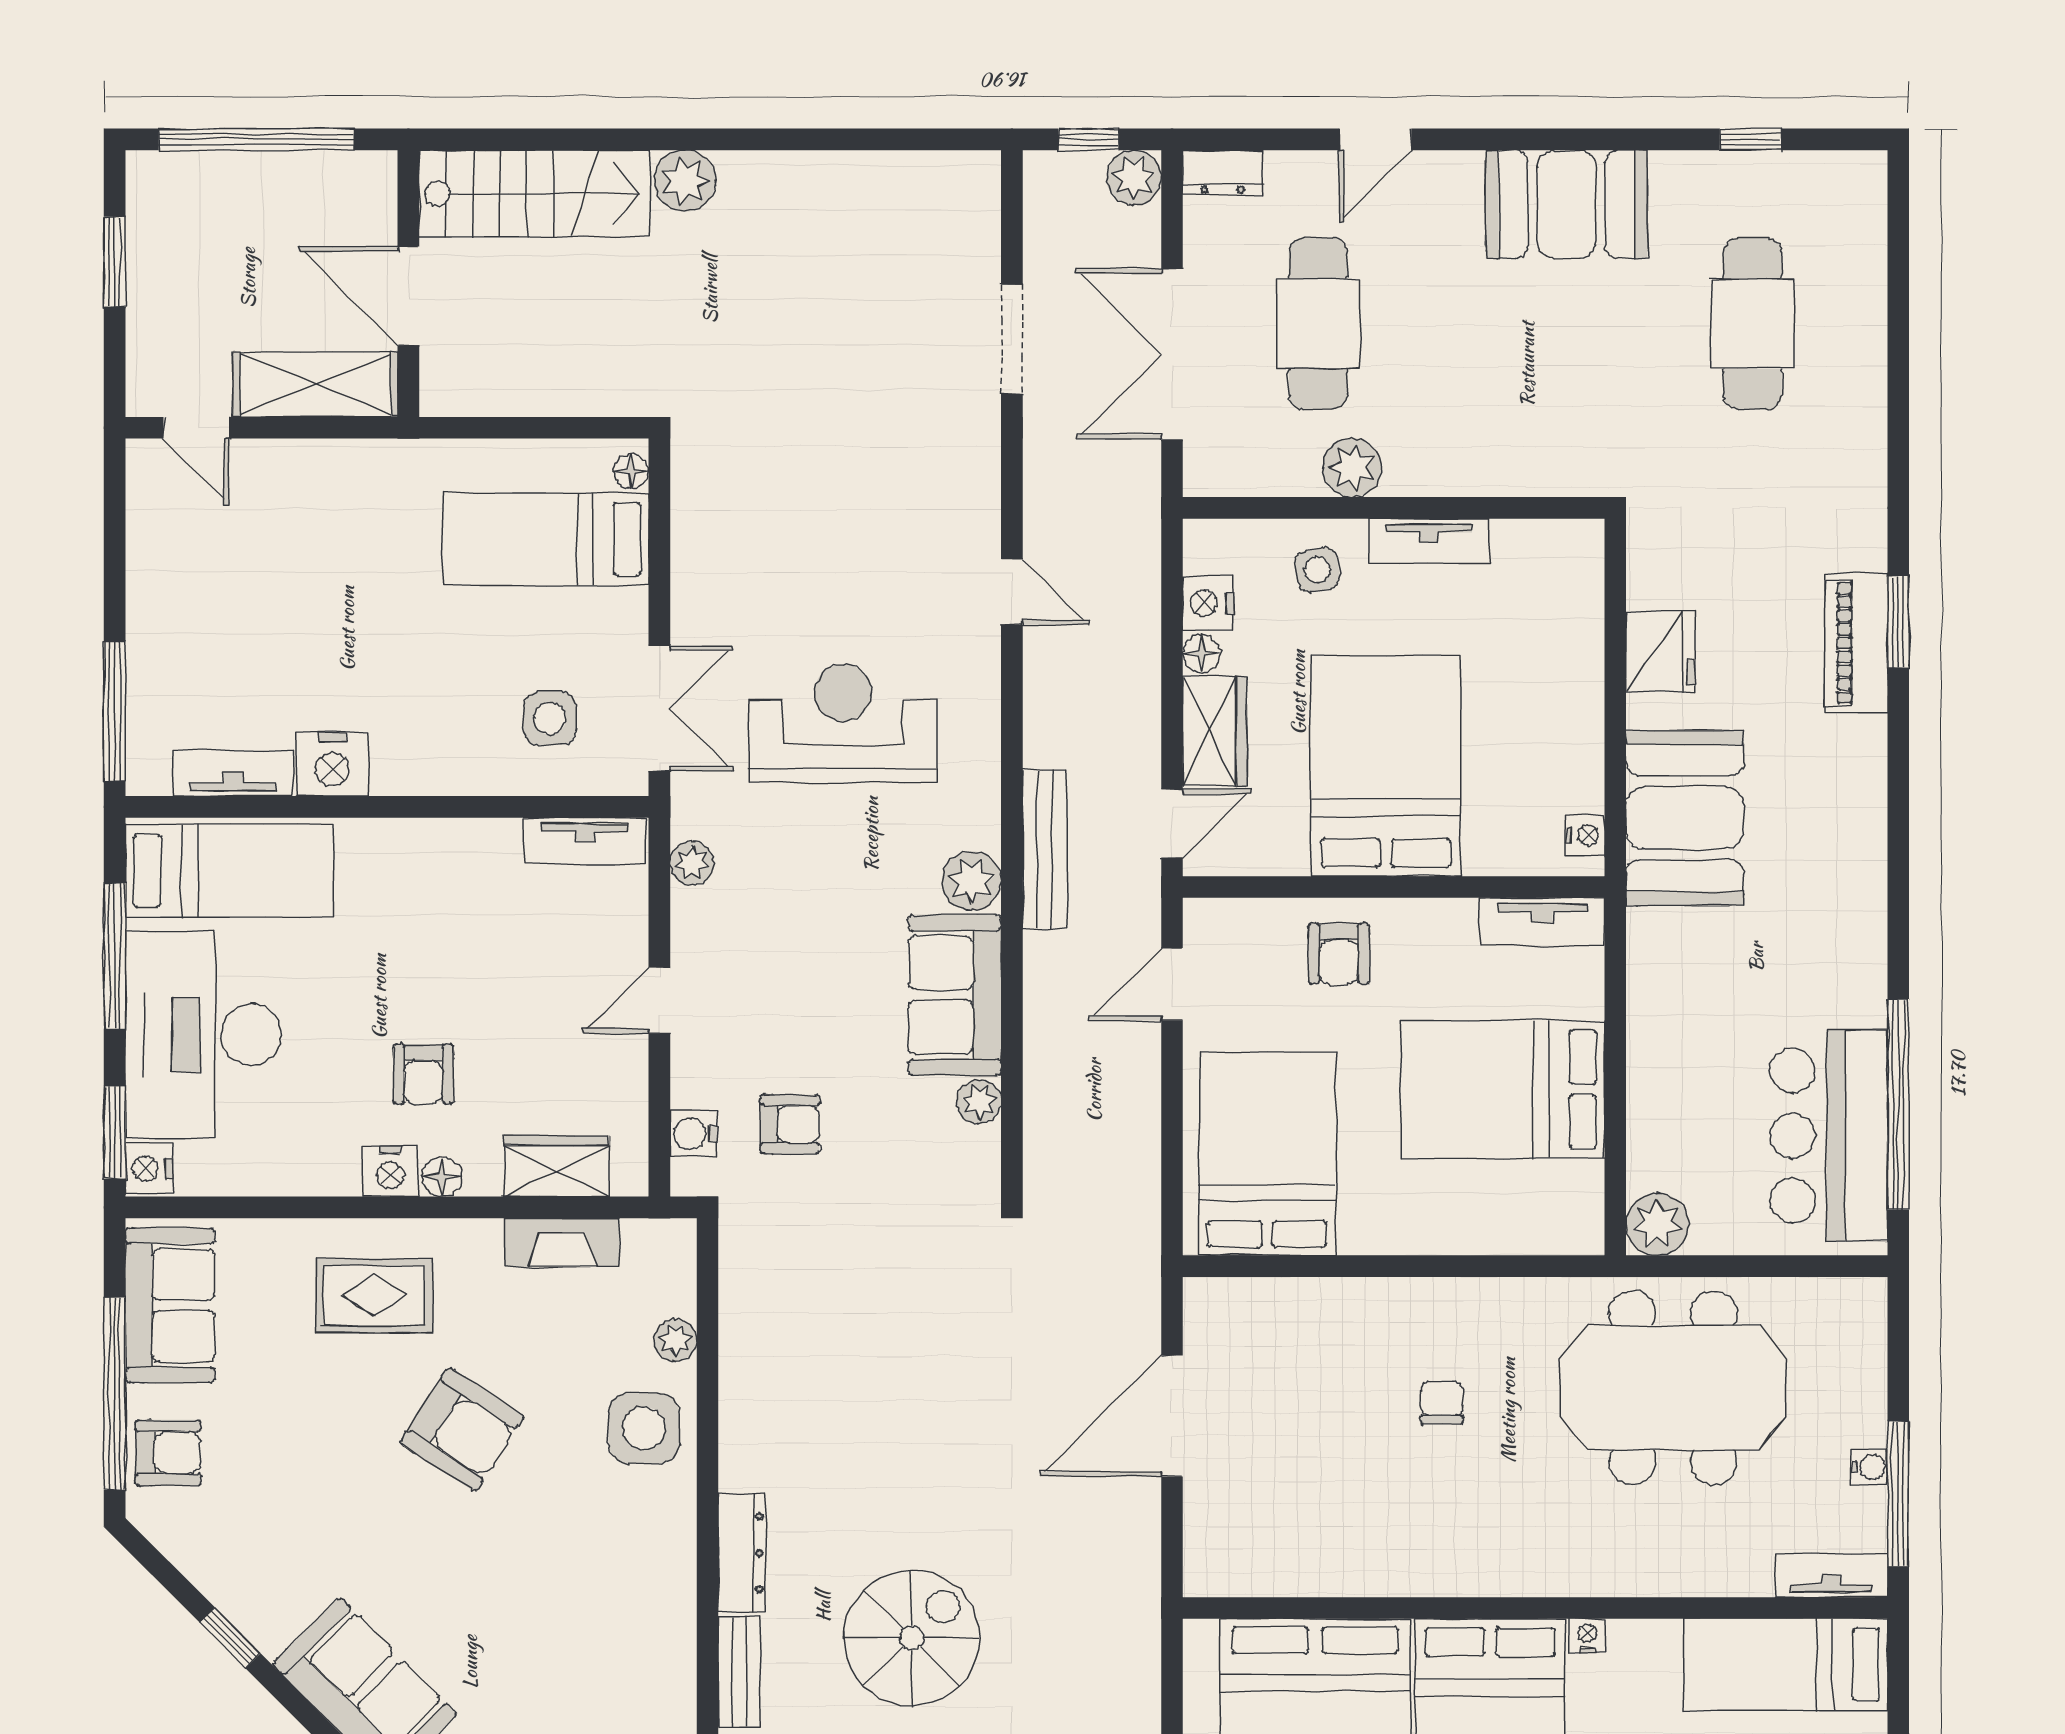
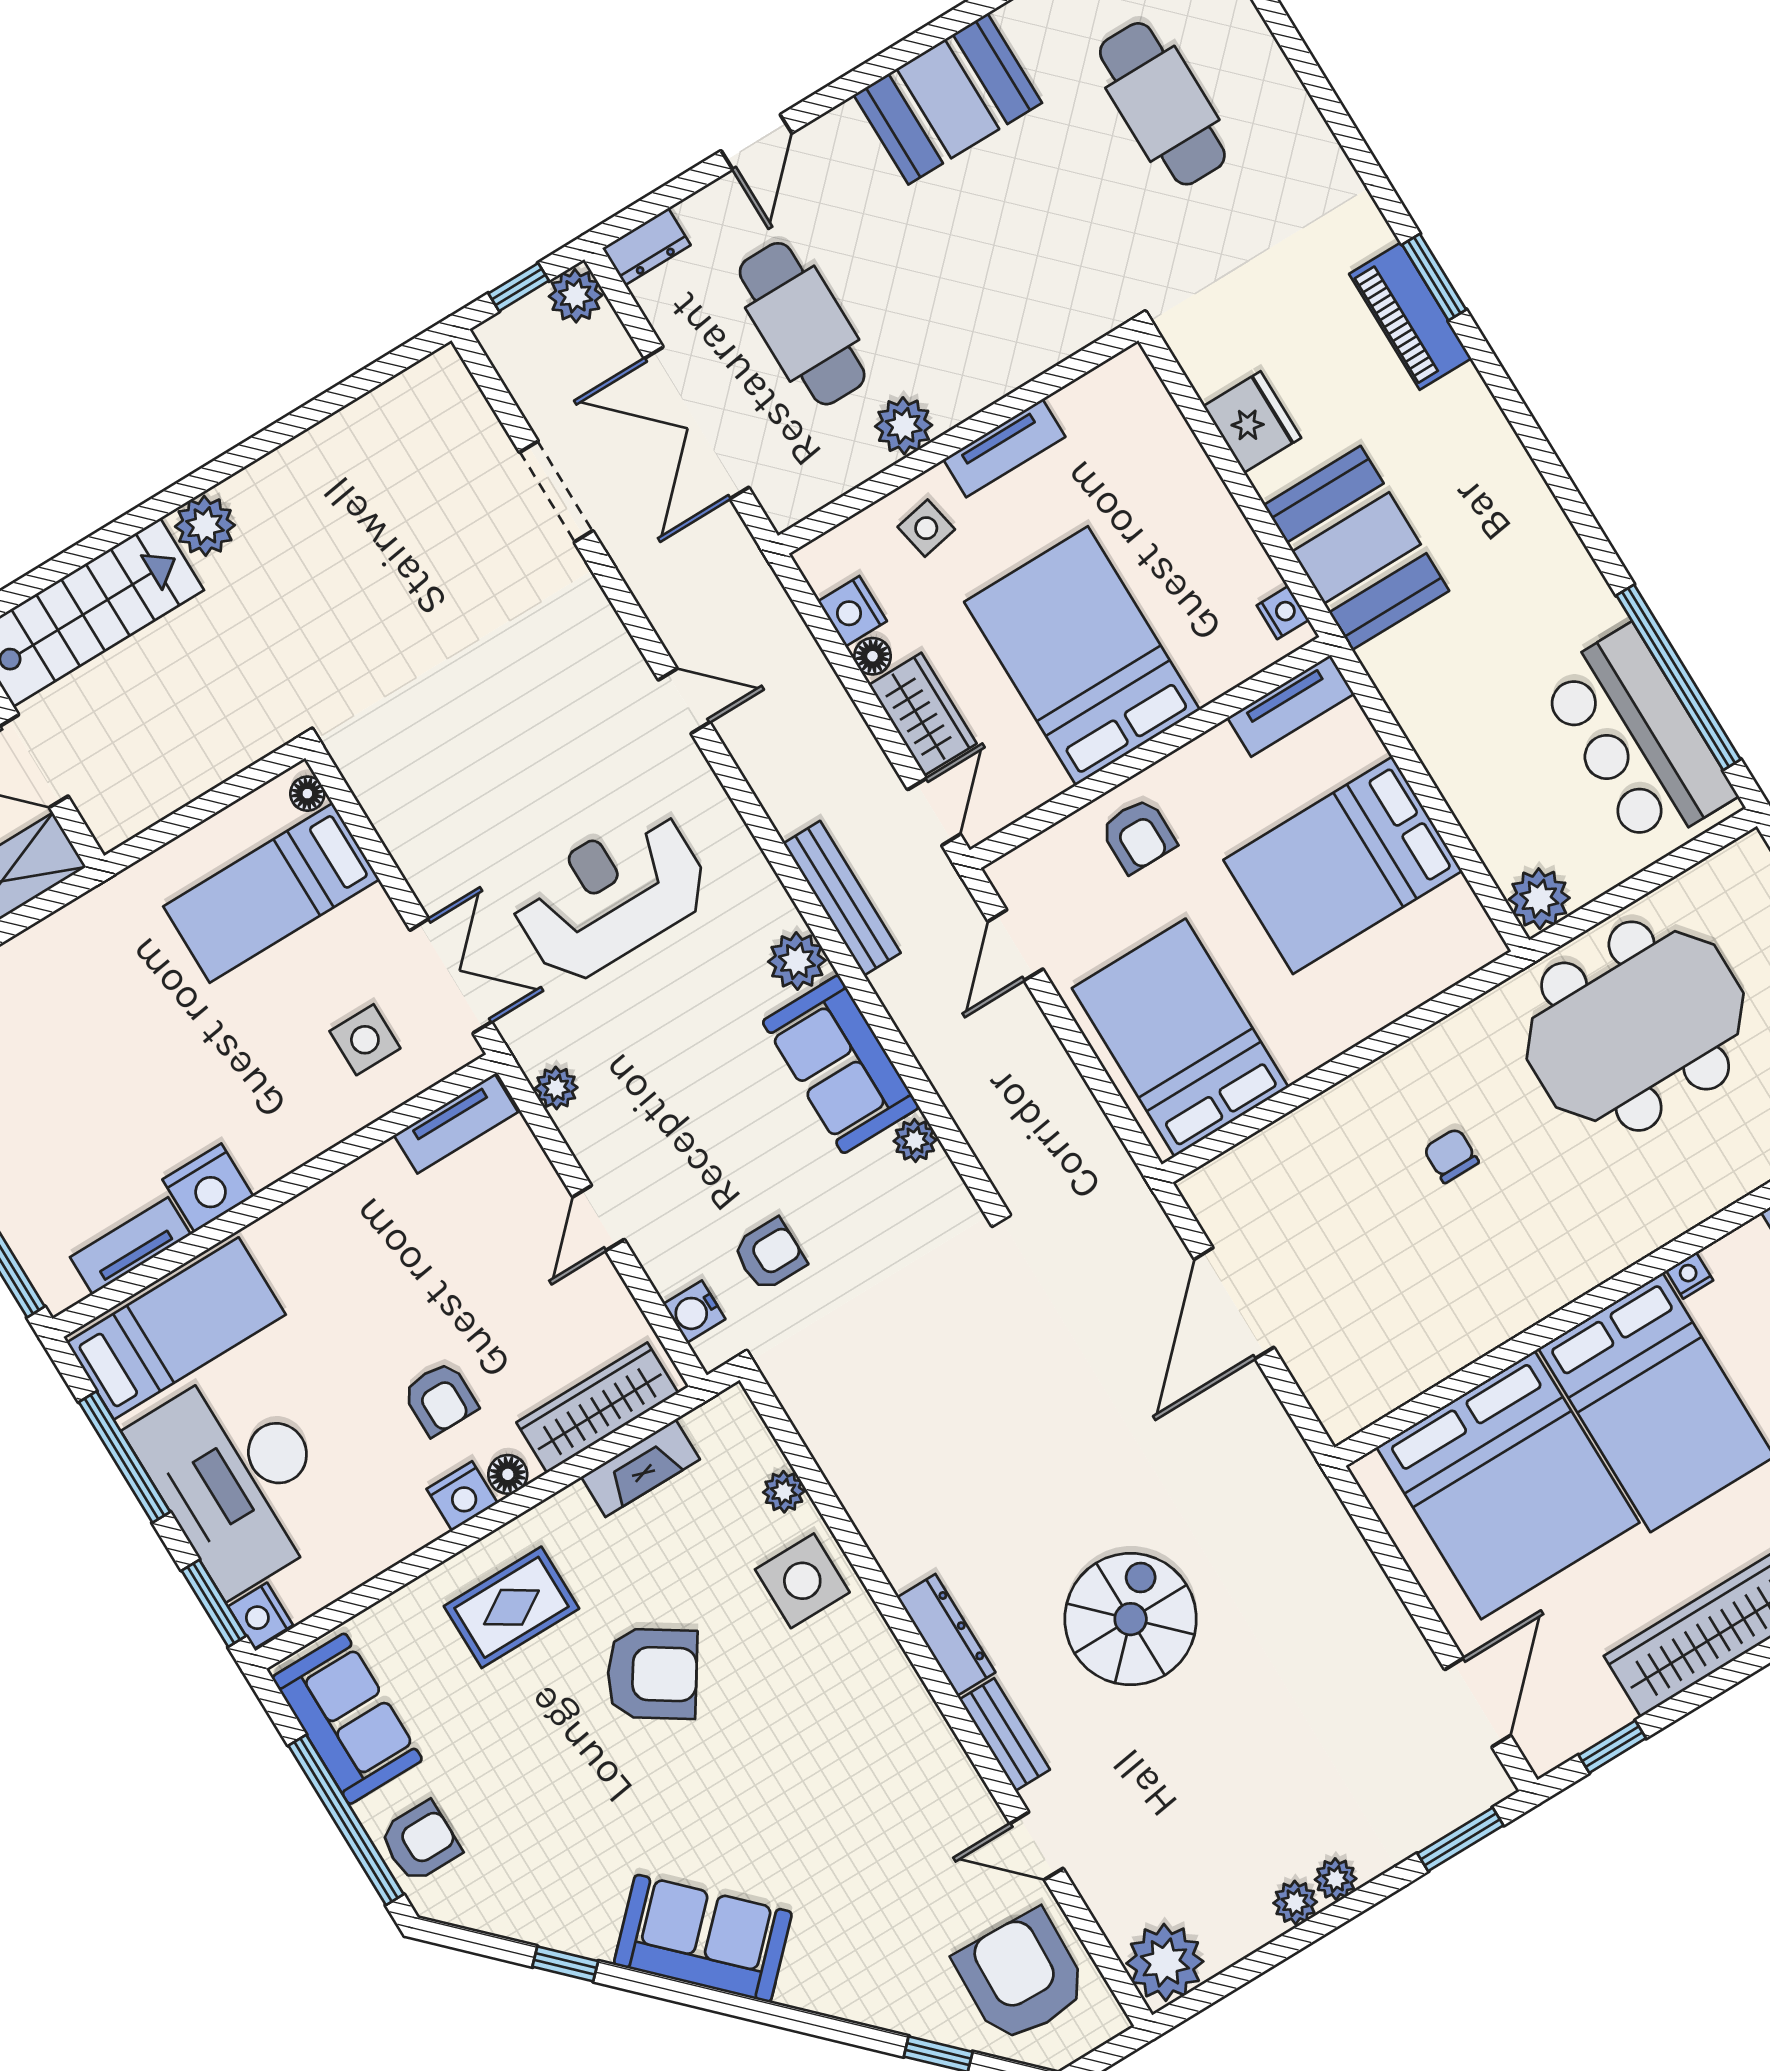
wardrobe: (557, 1166) -> (597, 1408), width x1.50

